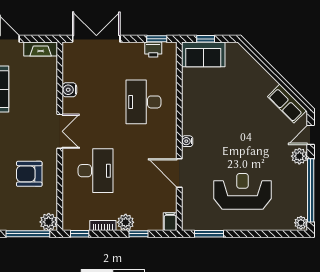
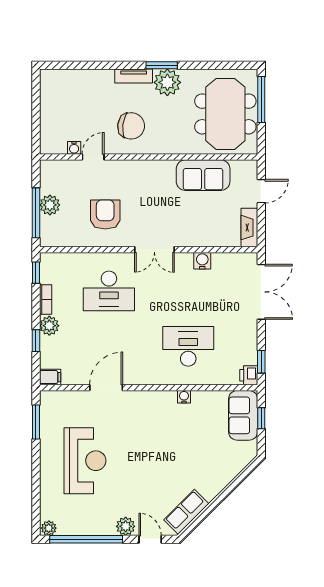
printer: (153, 50) -> (249, 375), moved
water cooler: (187, 141) -> (184, 397), moved
plant: (49, 222) -> (50, 205), moved

